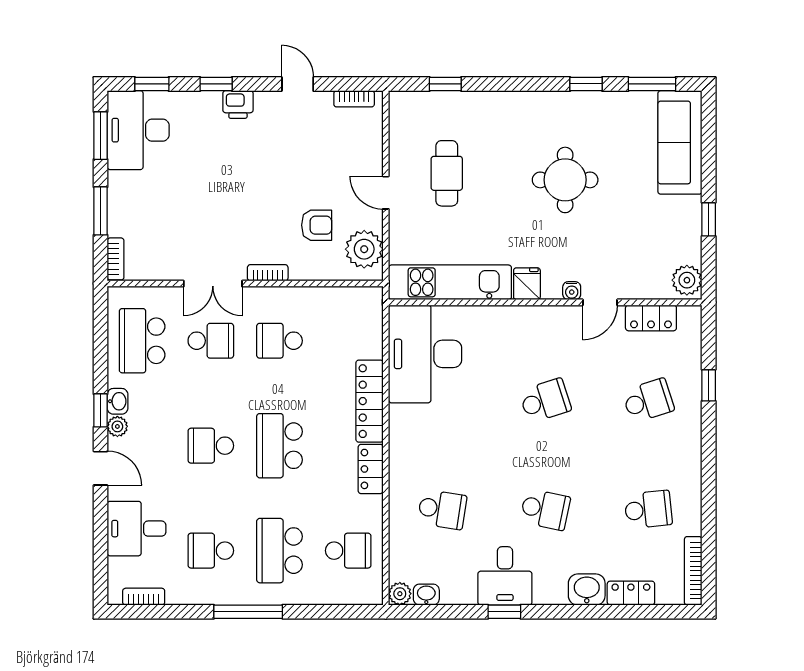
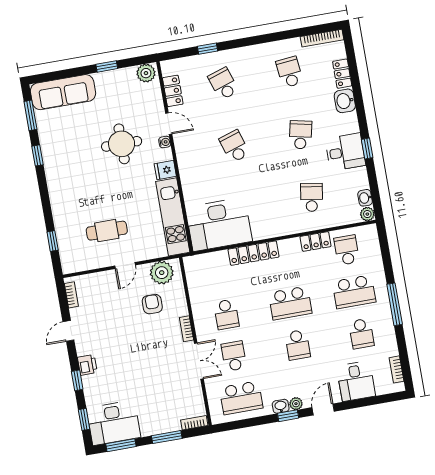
round table: (565, 180) -> (122, 144), moved
locker: (371, 469) -> (316, 241), moved

